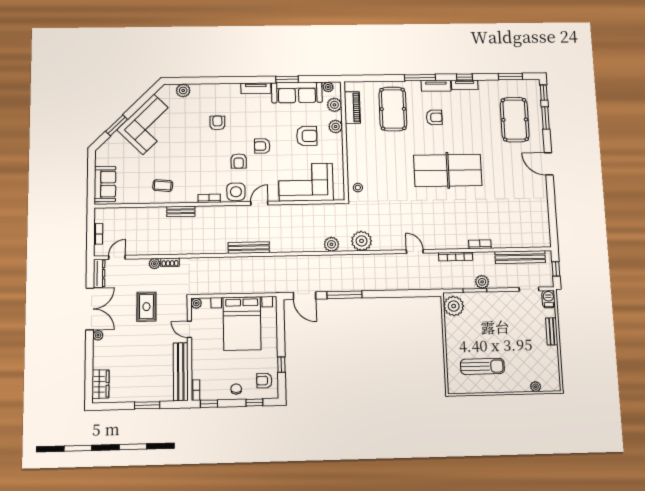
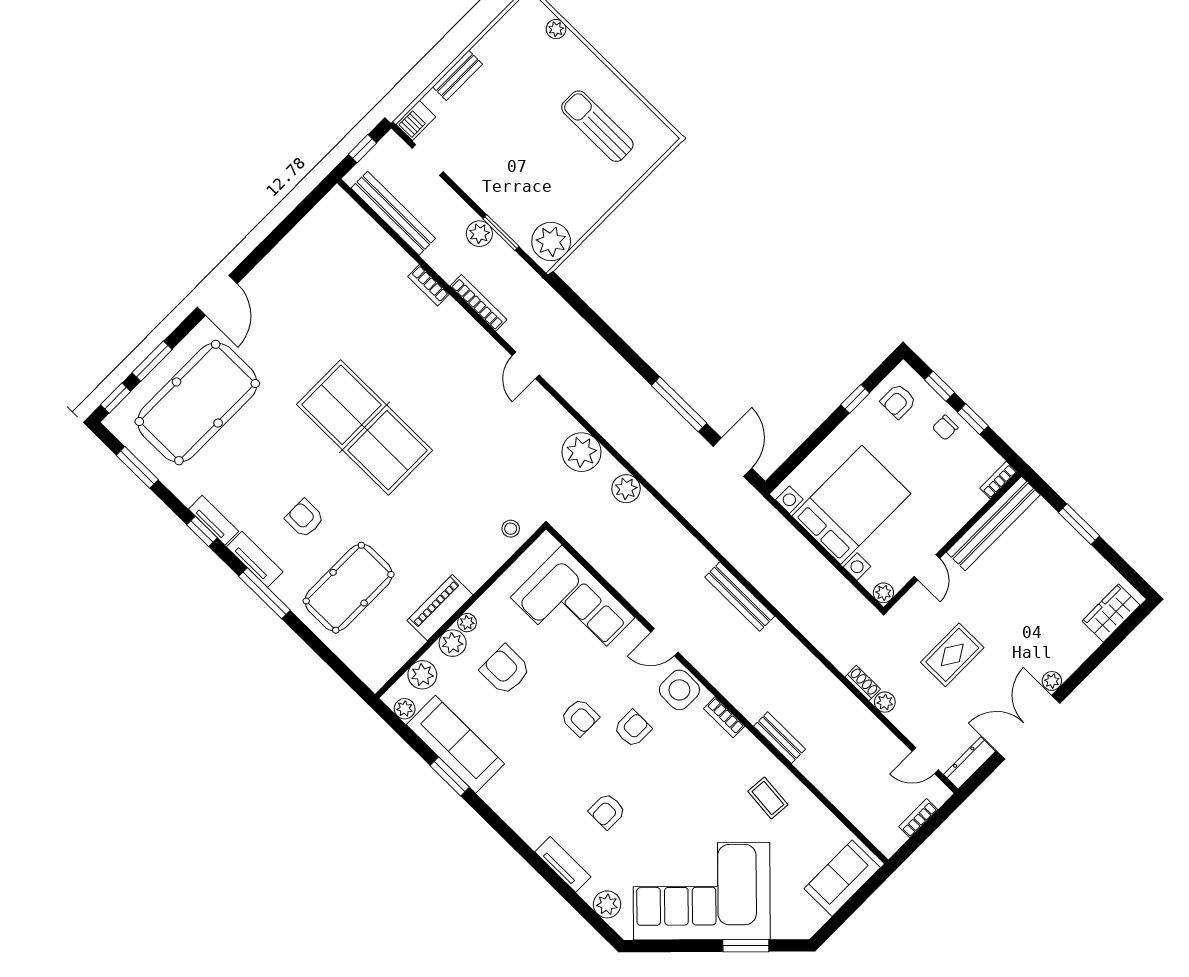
tv unit: (256, 88) -> (563, 864), moved
piano: (352, 108) -> (440, 608), moved
pool table: (515, 120) -> (197, 402), width x1.36, depth x1.32
corner sofa: (148, 124) -> (702, 891), width x1.36, depth x1.36
plant: (338, 139) -> (467, 623), added
armchair: (264, 381) -> (898, 401), turned 90
window: (209, 404) -> (973, 419), moved

